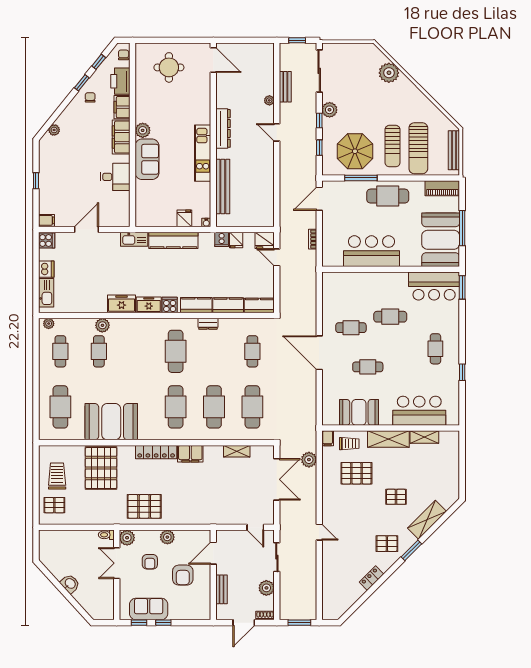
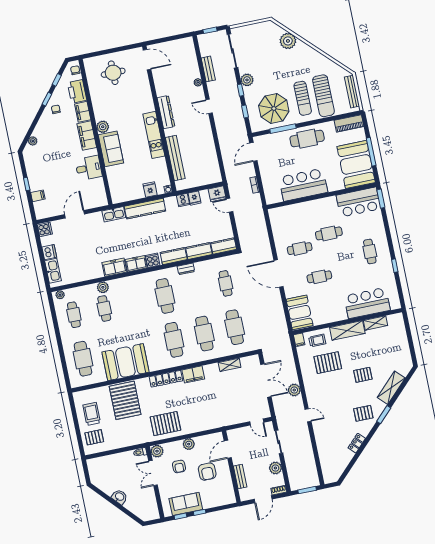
filing cabinet: (47, 220) -> (38, 196), moved
booth: (359, 412) -> (300, 312), moved, turned 90
plant: (309, 460) -> (294, 390), moved

